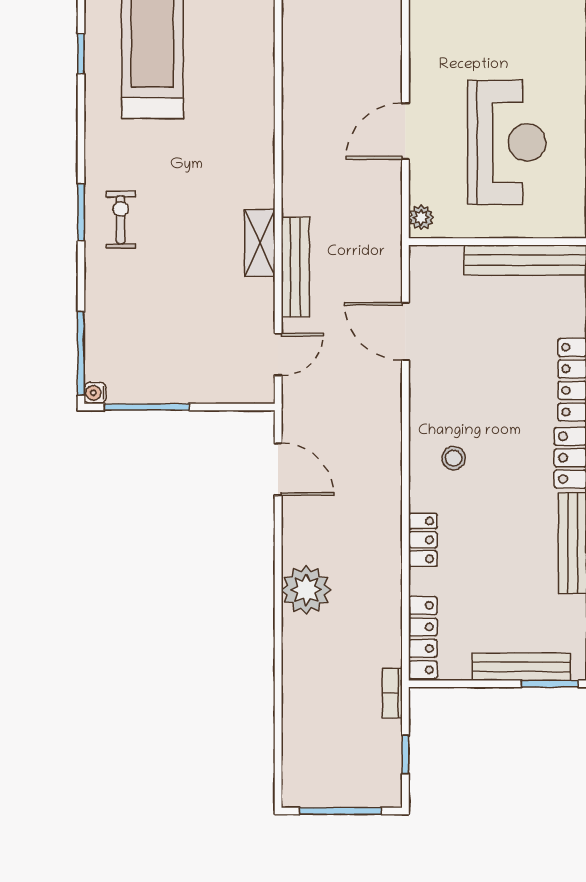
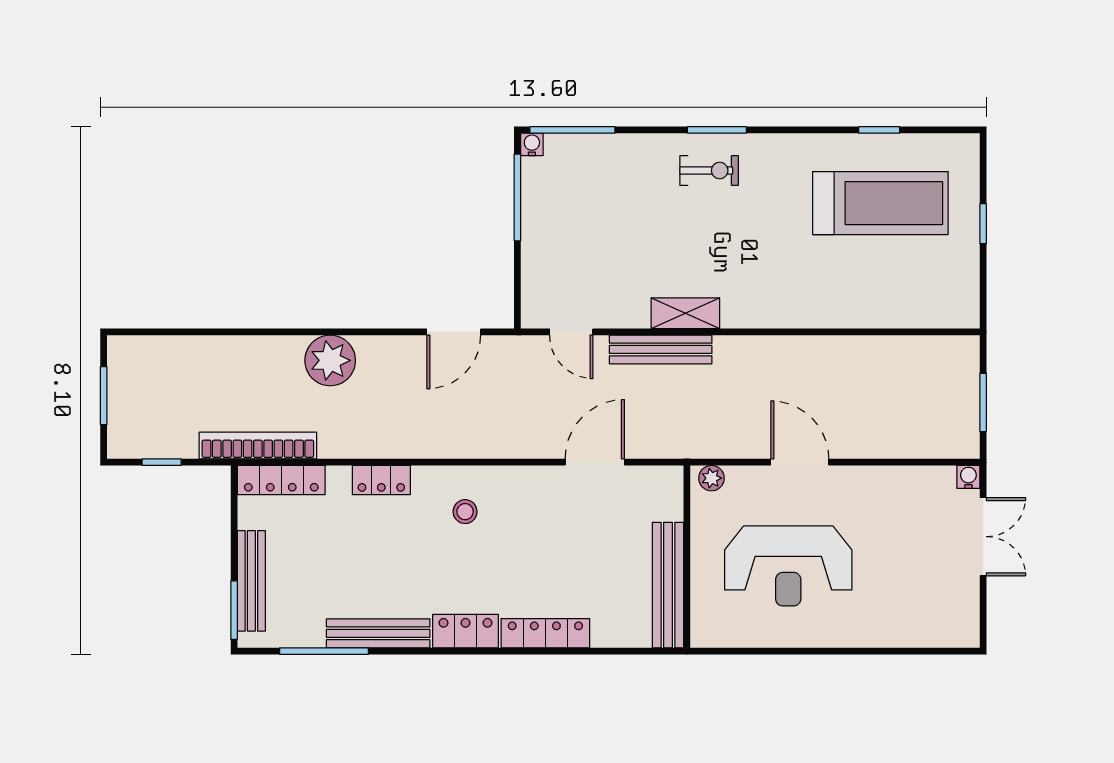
bookcase: (392, 693) -> (258, 446), width x2.31, depth x1.31
window: (340, 811) -> (104, 396), width x0.69

